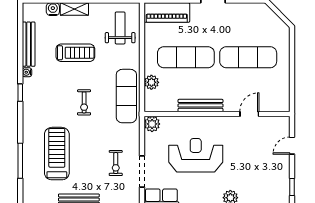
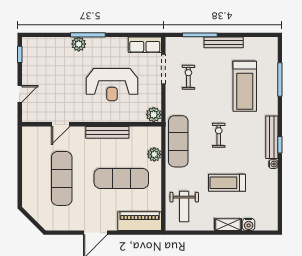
bench: (29, 44) -> (272, 137), moved
exercise mat: (248, 57) -> (62, 178), turned 90

